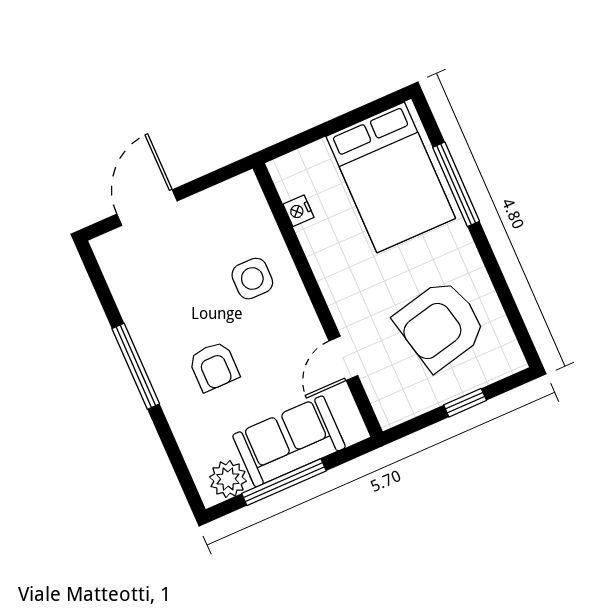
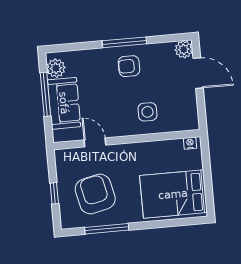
window: (456, 184) -> (107, 229), moved
nightstand: (298, 211) -> (190, 143), moved
plant: (111, 250) -> (184, 49), added
armchair: (214, 366) -> (129, 66), moved

